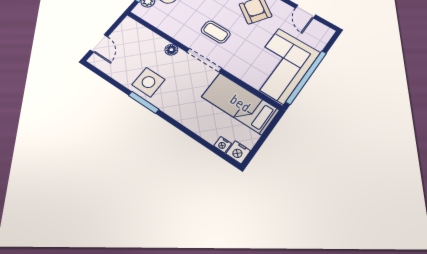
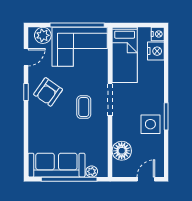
plant: (318, 39) -> (43, 35), added
floor lamp: (171, 50) -> (122, 151), moved, width x1.89, depth x1.89
nightstand: (223, 145) -> (156, 51), width x1.89, depth x1.79

